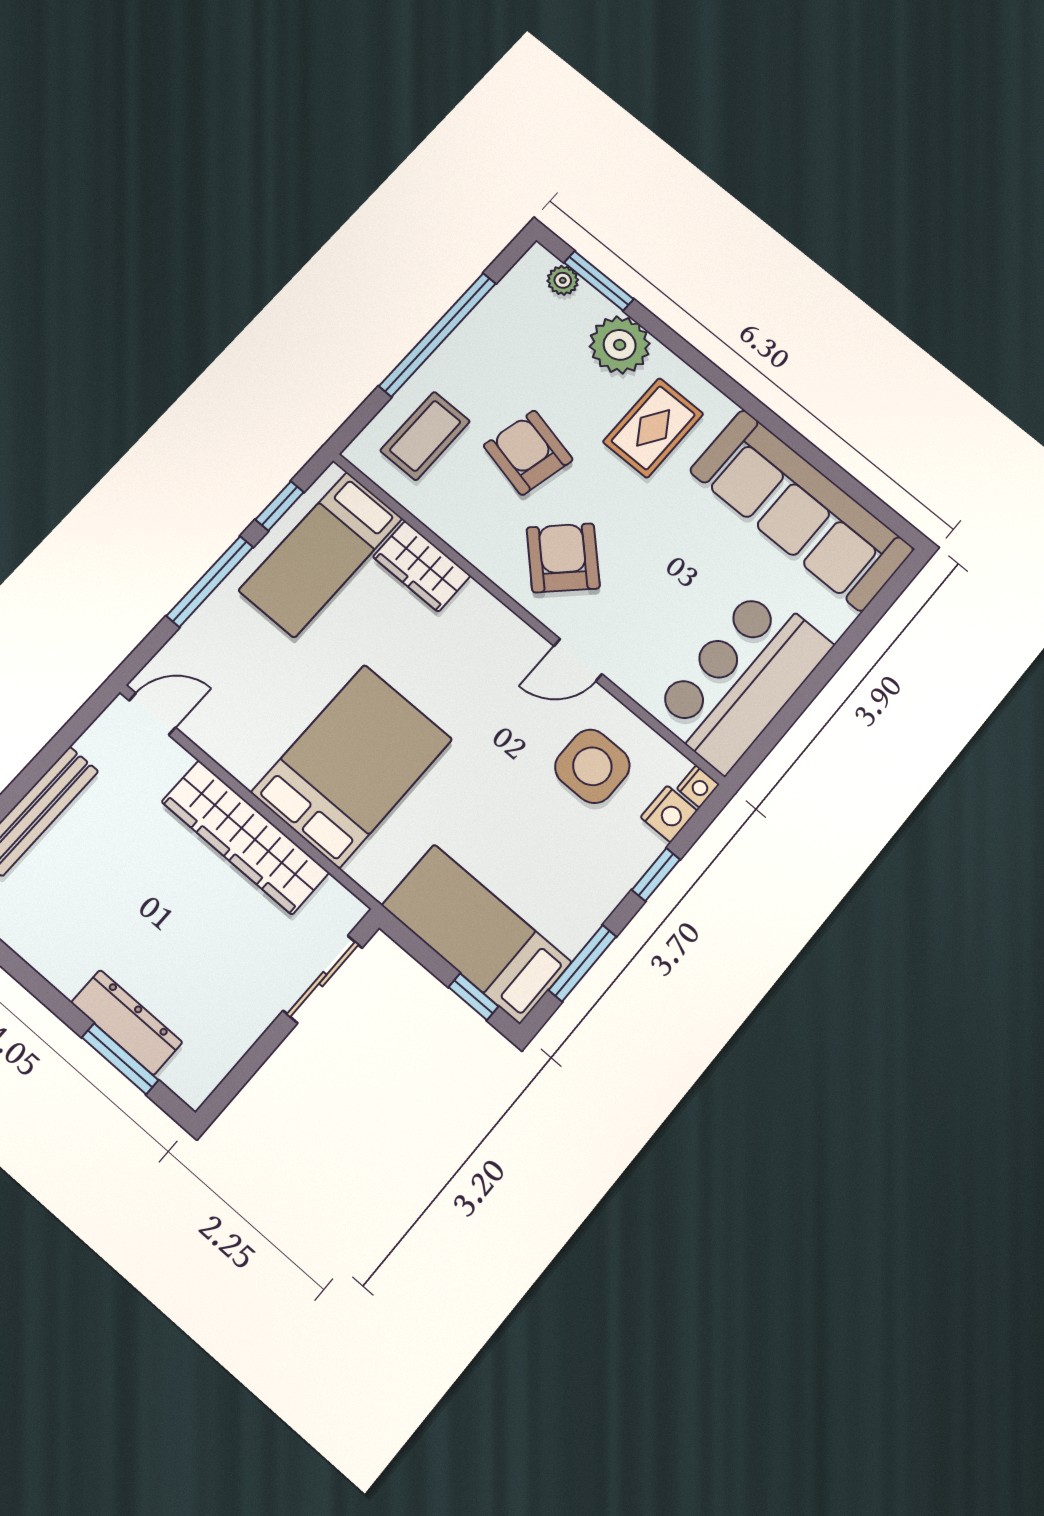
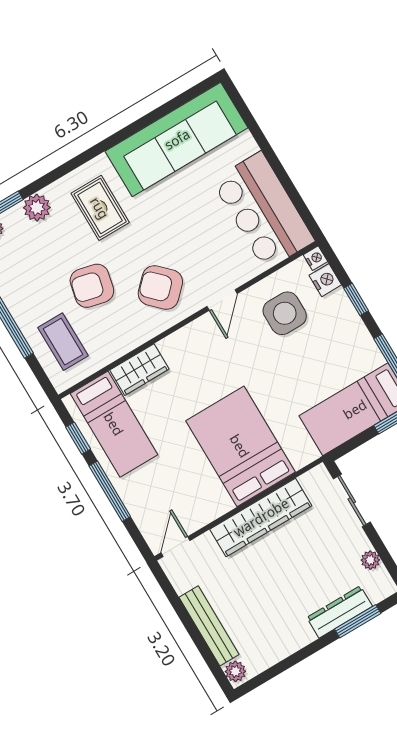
plant: (620, 345) -> (37, 208), width x0.73, depth x0.73
plant: (232, 1045) -> (370, 560), added

